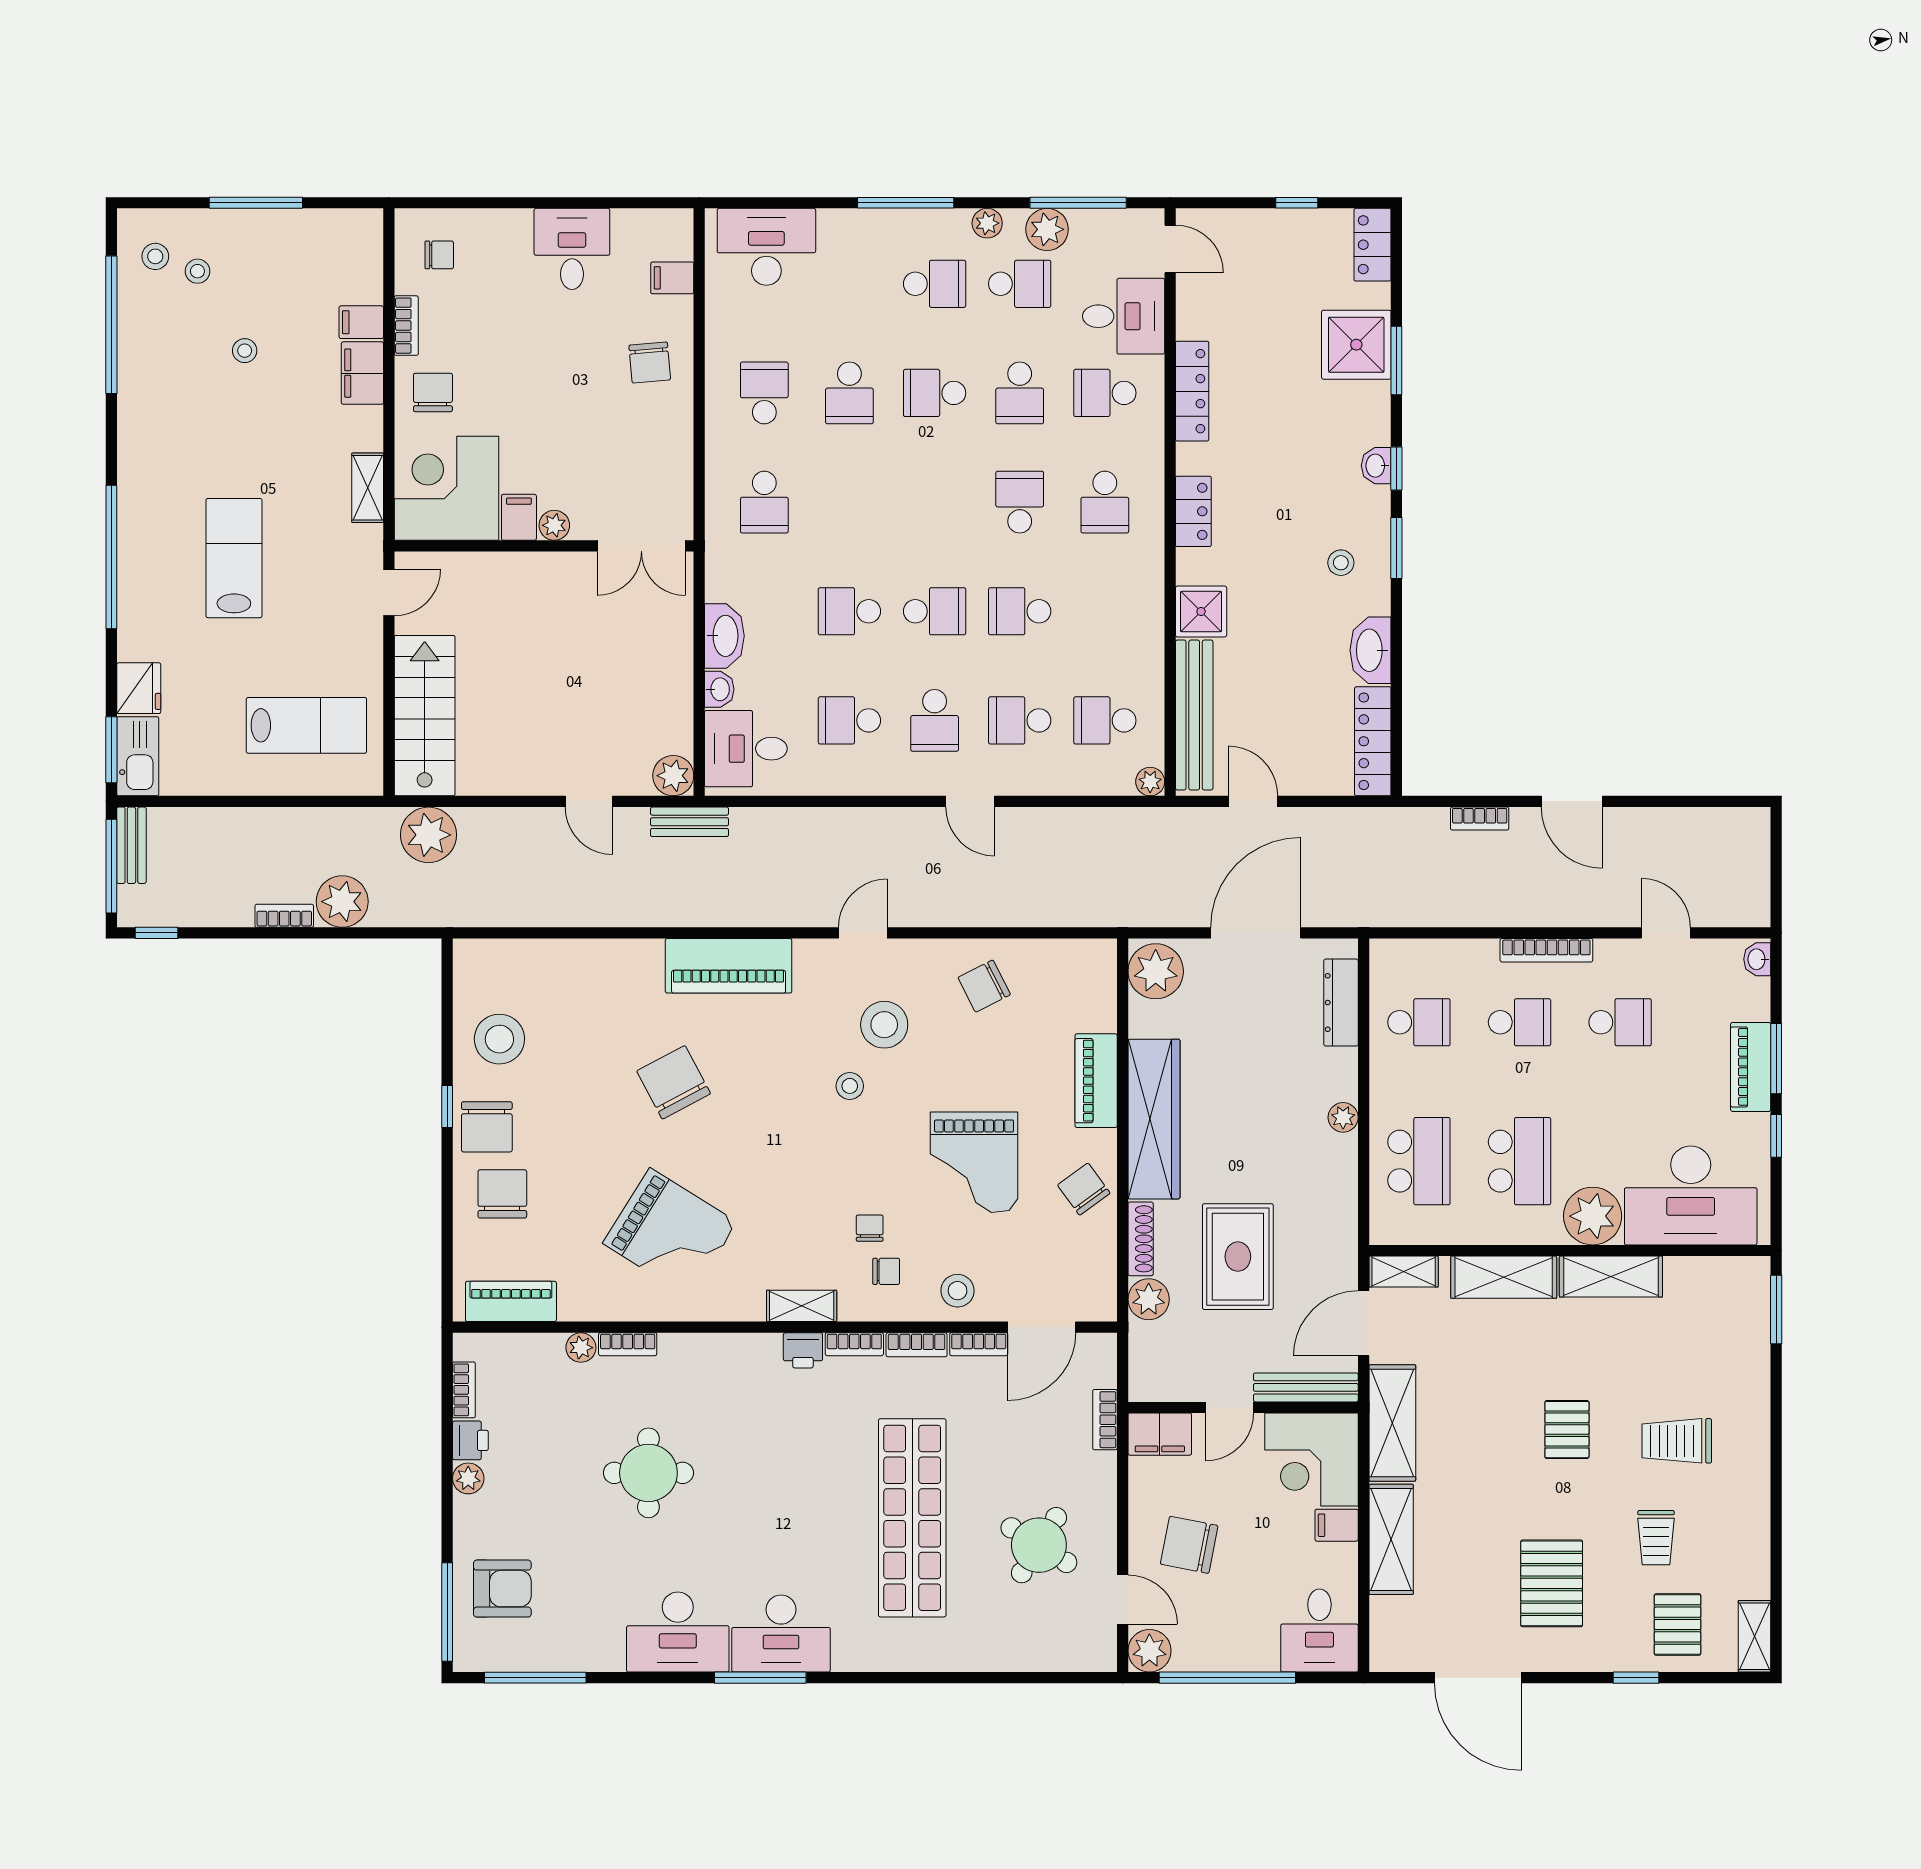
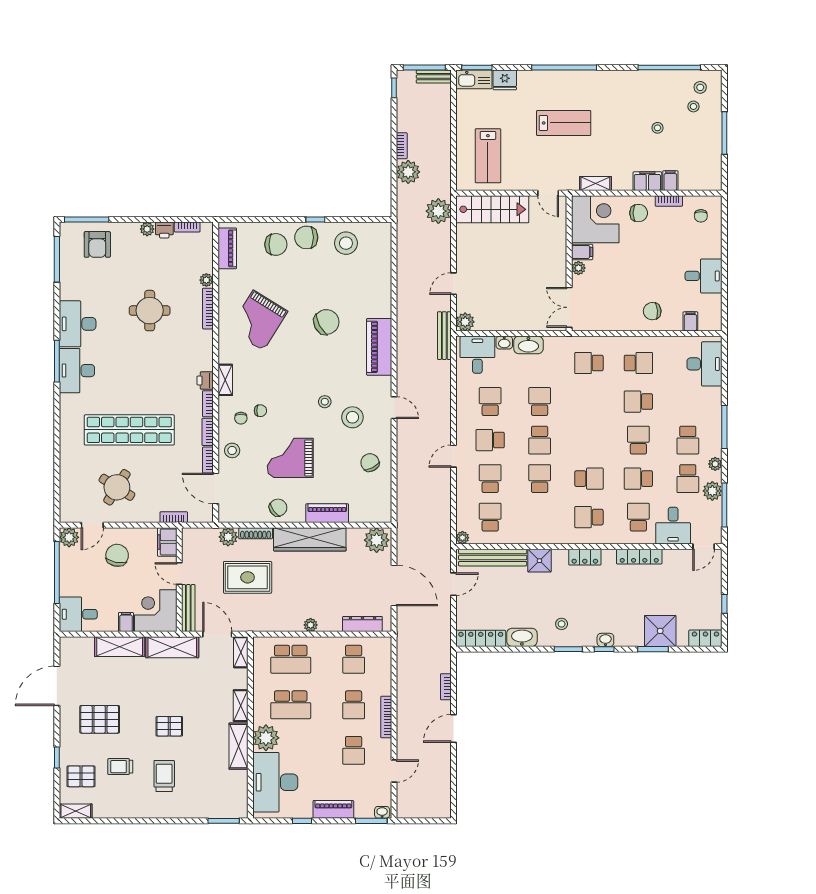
bench: (689, 822) -> (444, 336), width x1.36
window: (1776, 1059) -> (371, 821), moved
shelving: (1504, 1277) -> (241, 706), width x0.67, depth x0.75
bookcase: (628, 1344) -> (208, 309), width x1.56

